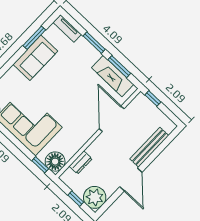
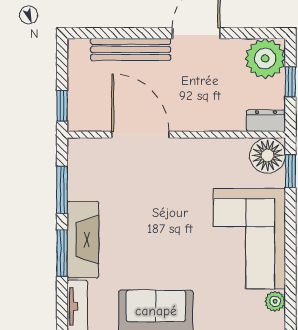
fireplace: (113, 76) -> (83, 240), moved
door: (112, 119) -> (140, 135), swing flipped
dresser: (81, 162) -> (266, 121), moved

